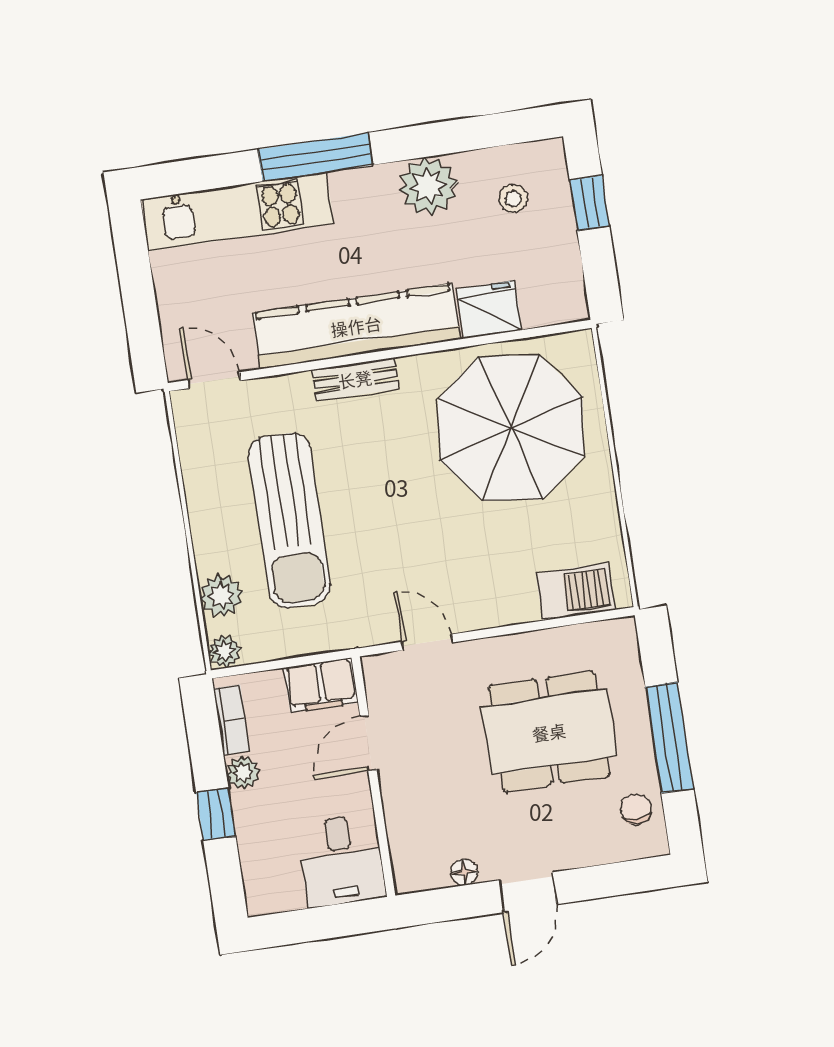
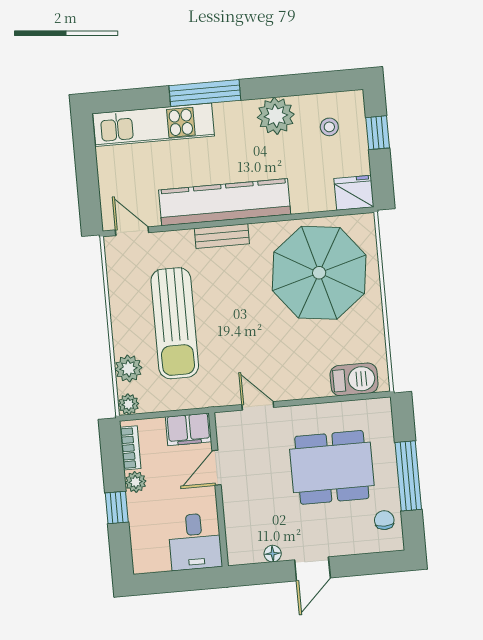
fridge: (489, 310) -> (354, 193), moved

